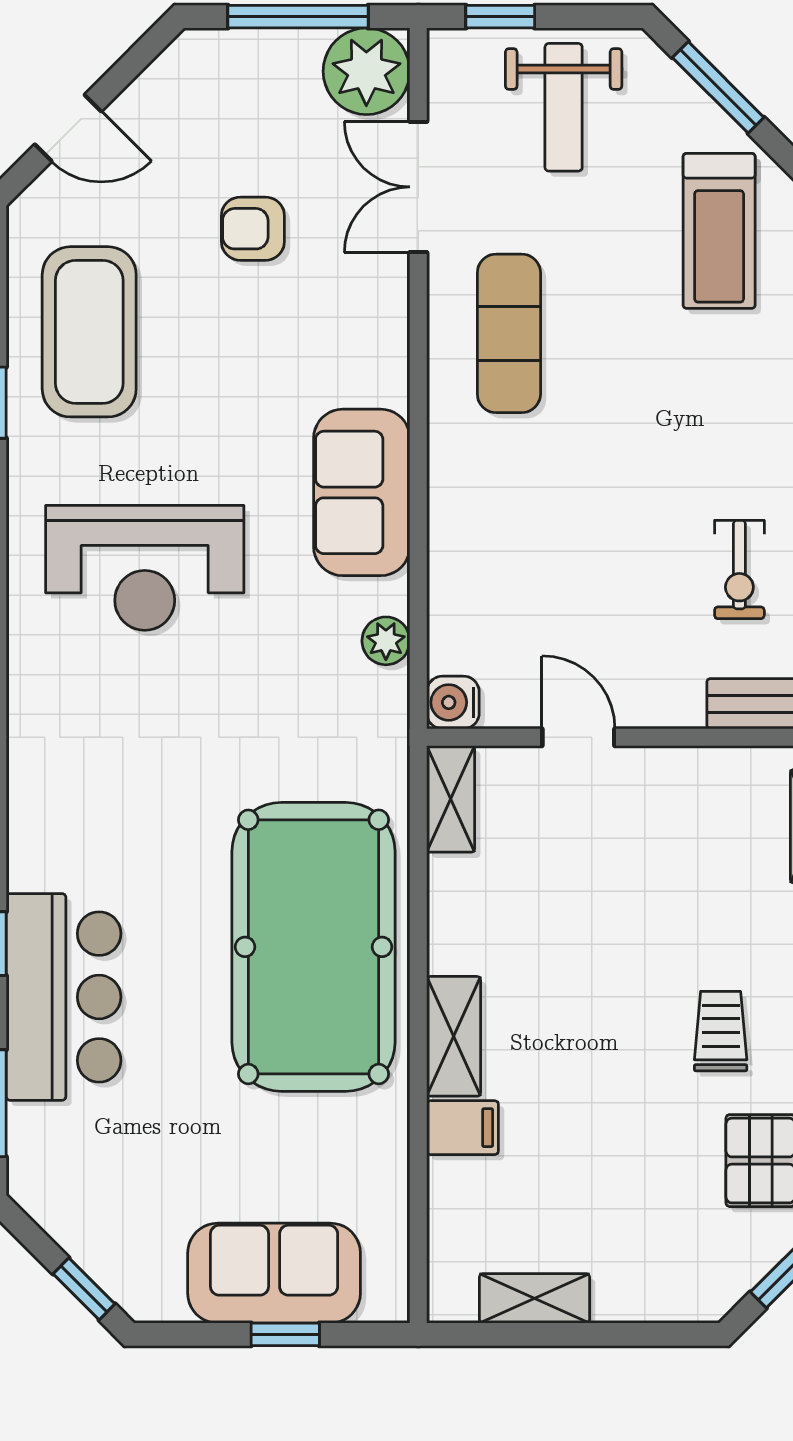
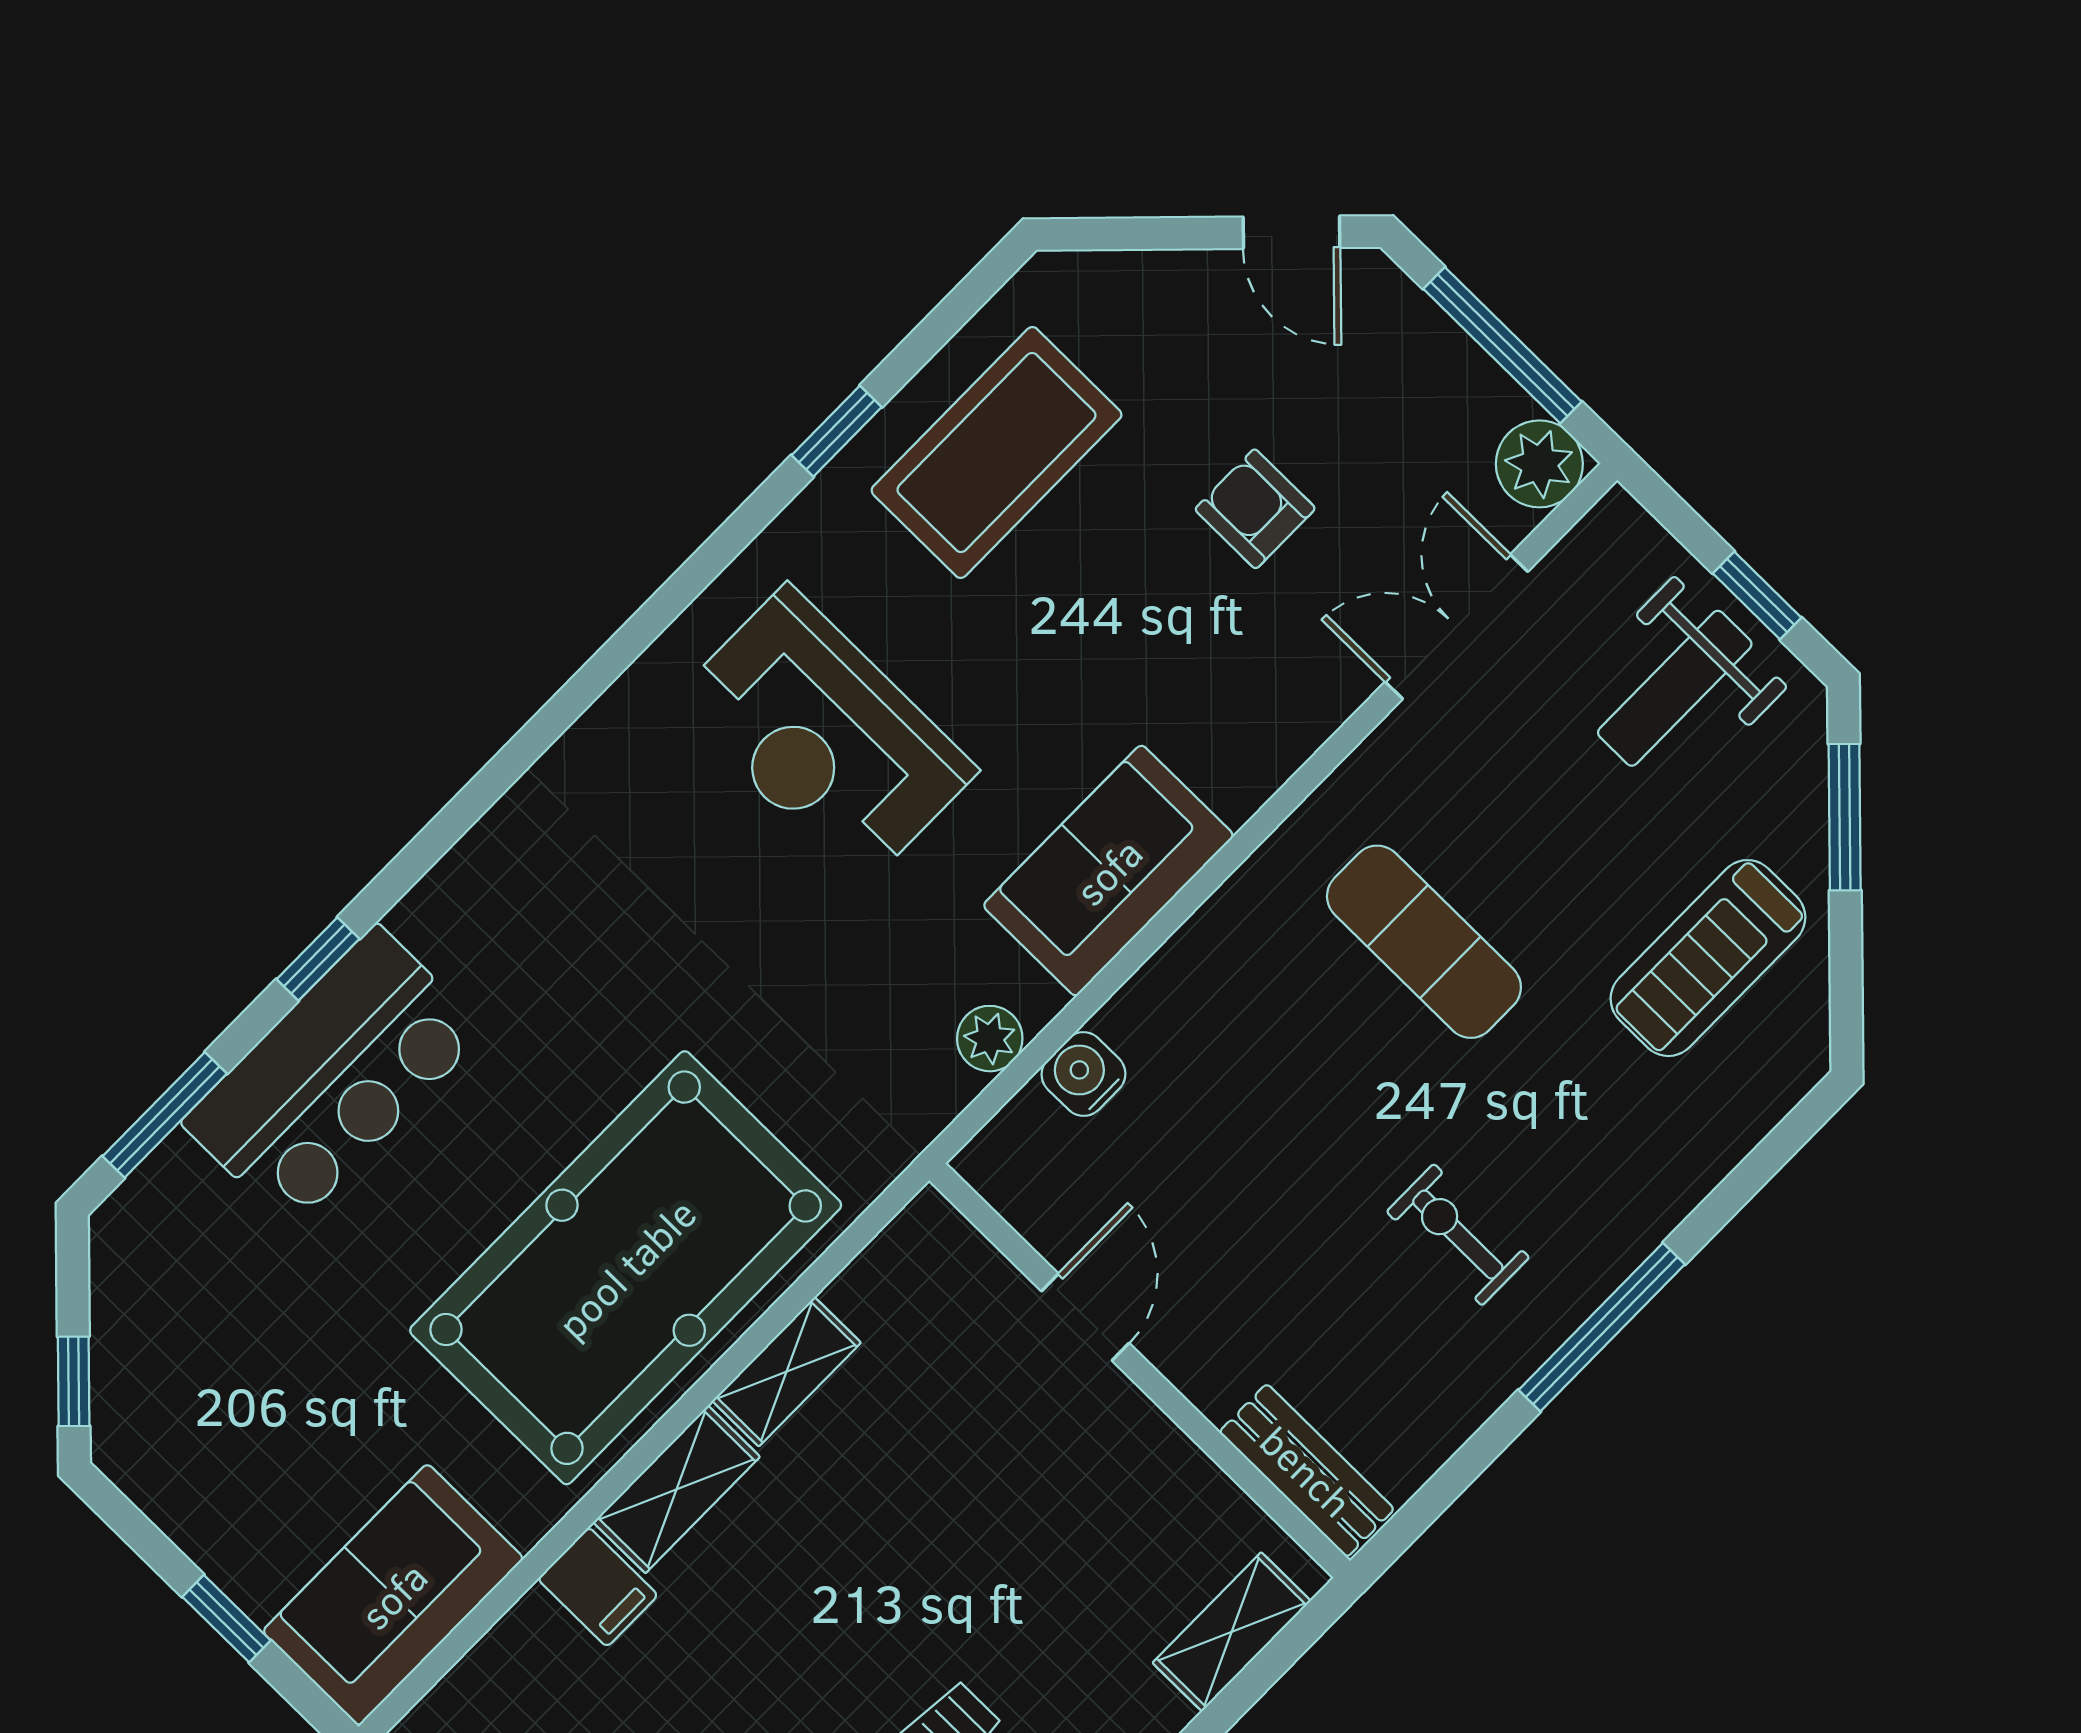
window: (500, 17) -> (1757, 595), moved
plant: (366, 71) -> (1539, 464), width x0.73, depth x0.73
door: (68, 128) -> (1292, 232), moved
exercise mat: (509, 333) -> (1424, 942), moved, turned 90
exercise bike: (739, 570) -> (1458, 1235), moved, turned 90
water cooler: (453, 702) -> (1083, 1074), moved
shelving: (451, 799) -> (787, 1372), moved
sofa: (274, 1273) -> (393, 1595), moved, turned -90

